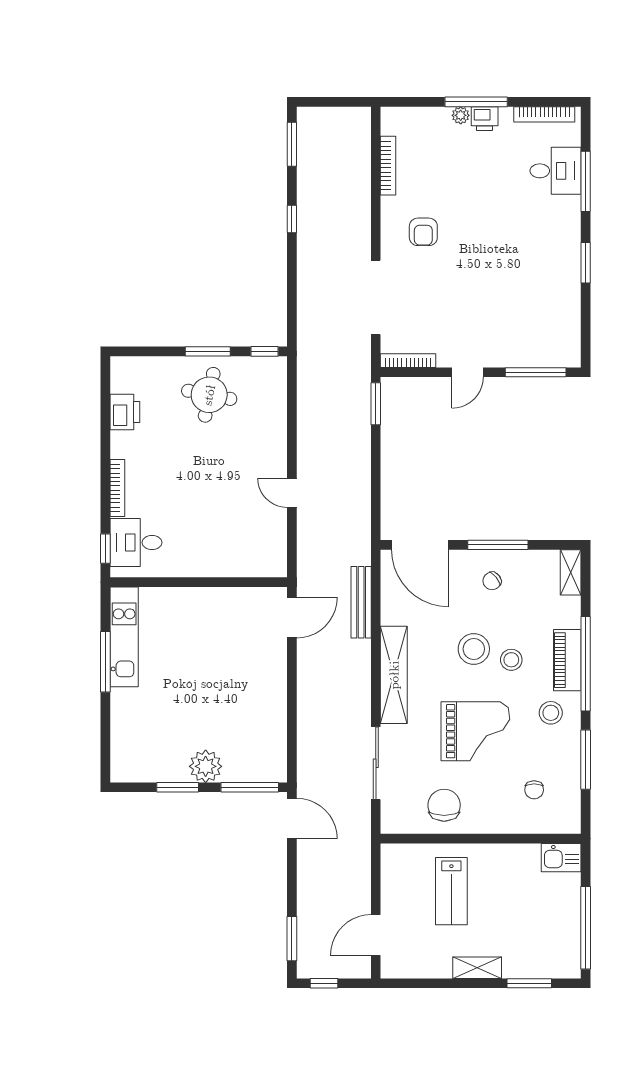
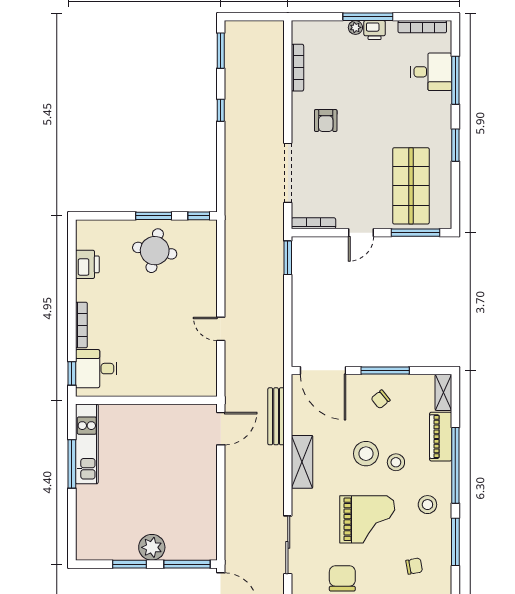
shop shelf: (530, 314) -> (411, 186), added
piano: (567, 660) -> (441, 437), moved
shelving: (394, 675) -> (302, 462), width x0.68
chair: (534, 790) -> (414, 566), turned -100

